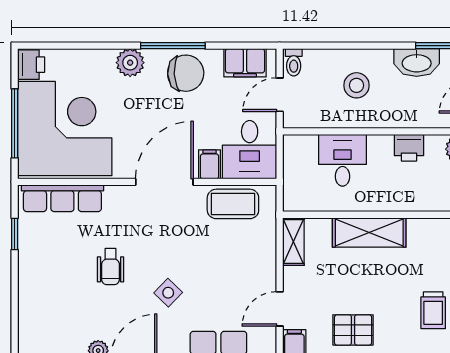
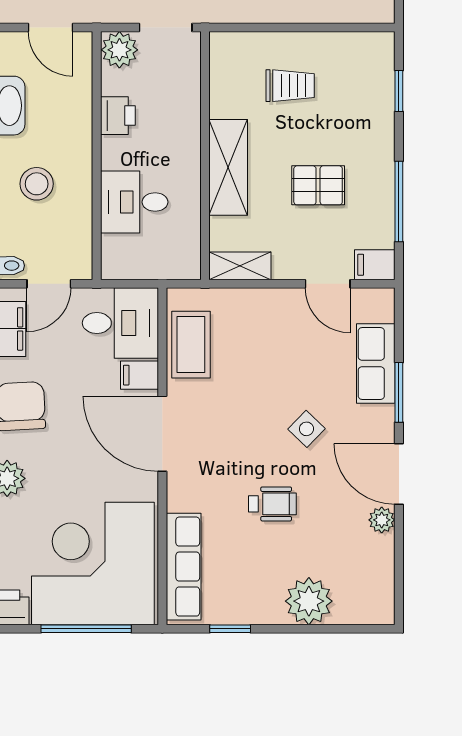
door: (280, 95) -> (49, 284), hinge flipped
plant: (36, 294) -> (309, 601), added
trolley: (433, 310) -> (290, 86), moved
pallet: (353, 330) -> (318, 185), moved, turned 90

